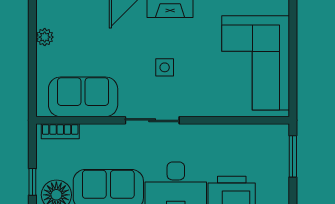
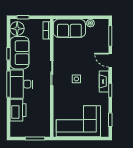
sofa: (83, 97) -> (69, 28), moved, turned 90

